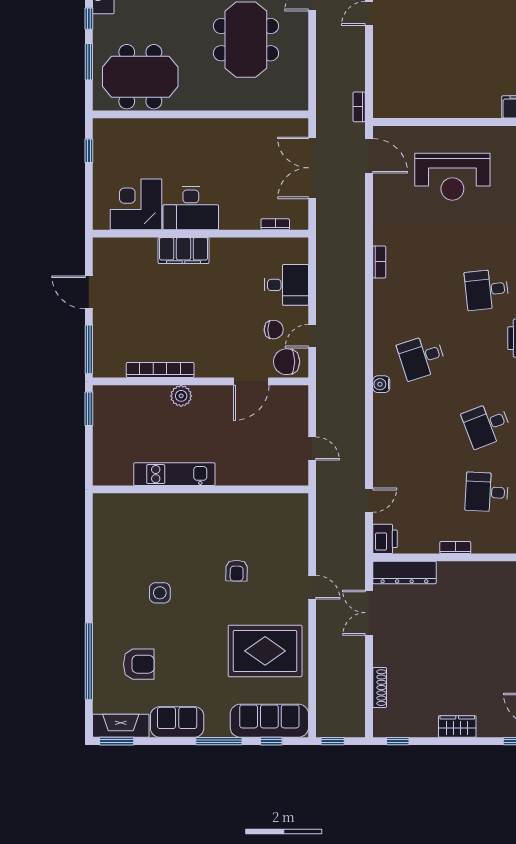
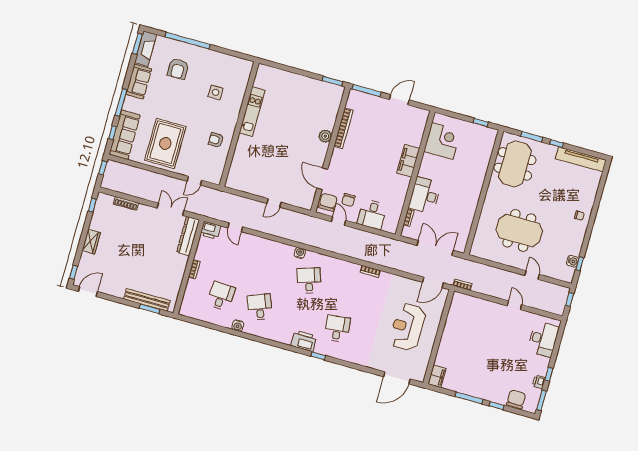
desk: (191, 208) -> (425, 195), moved
kitchen unit: (174, 474) -> (252, 112), moved
wall: (200, 489) -> (239, 124), moved

